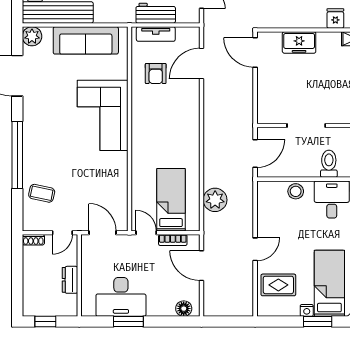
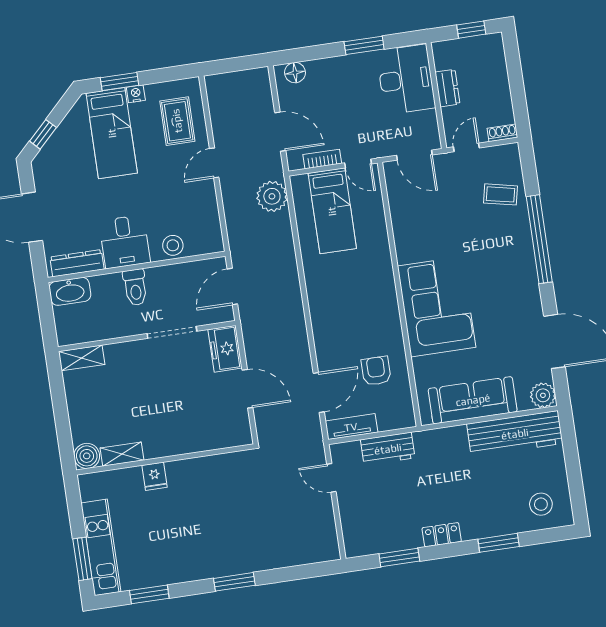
tv unit: (156, 34) -> (351, 427), moved
freezer: (299, 42) -> (225, 349), moved, turned -90
door: (255, 53) -> (247, 389), moved
plant: (215, 200) -> (272, 196), moved
rug: (278, 285) -> (177, 121), turned 90
desk: (121, 297) -> (406, 79), moved, turned 90

